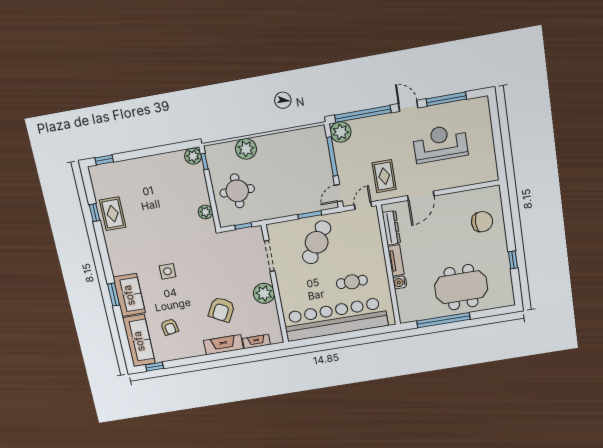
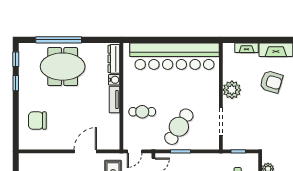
dresser: (391, 228) -> (114, 59), moved
cafe table: (352, 282) -> (142, 112), moved
window: (516, 287) -> (16, 59), added
armchair: (222, 309) -> (271, 82), turned 79
window: (443, 320) -> (59, 40), moved

